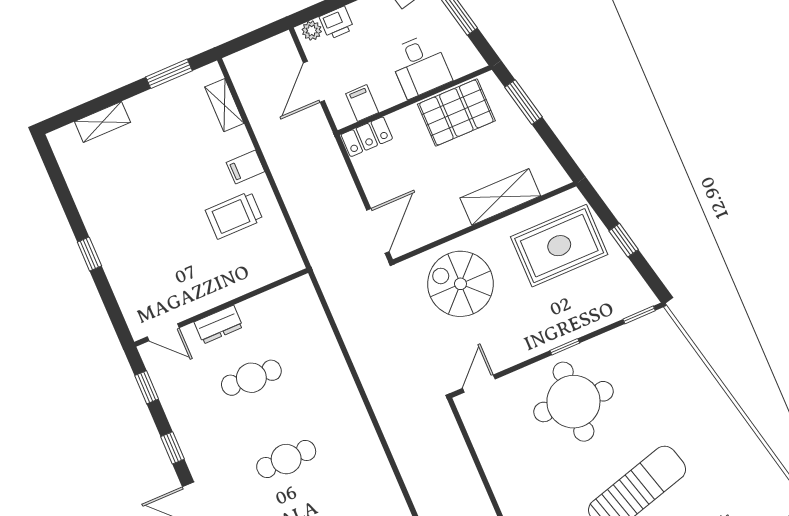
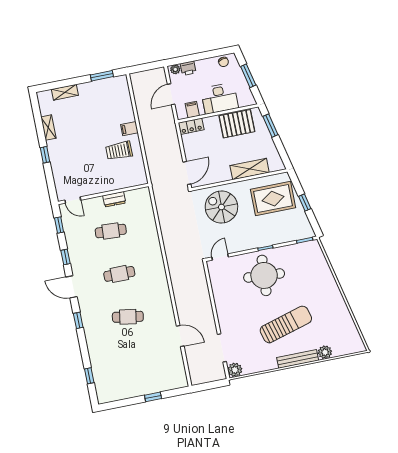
desk: (420, 66) -> (219, 98), width x1.37
shelving: (224, 105) -> (48, 128), moved
dresser: (218, 325) -> (114, 199), moved

